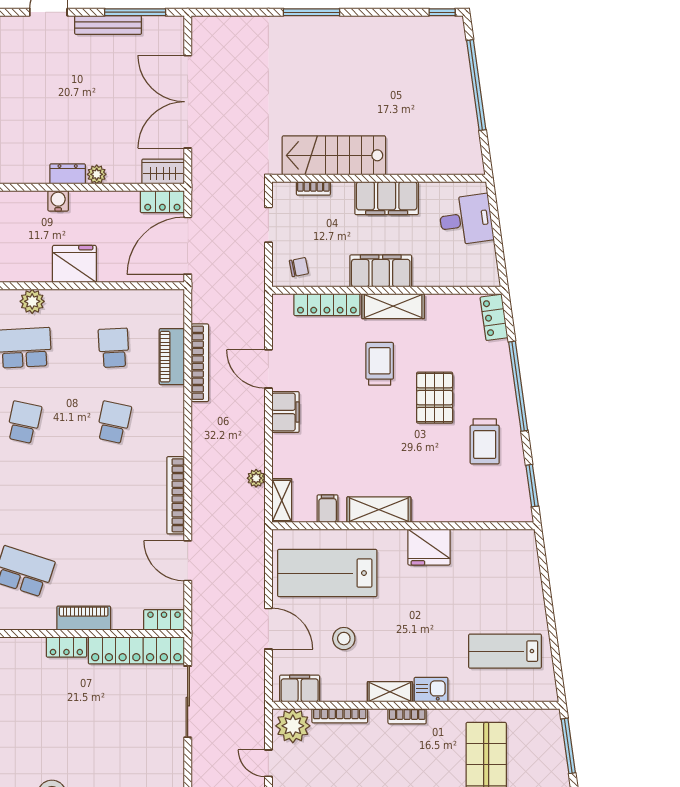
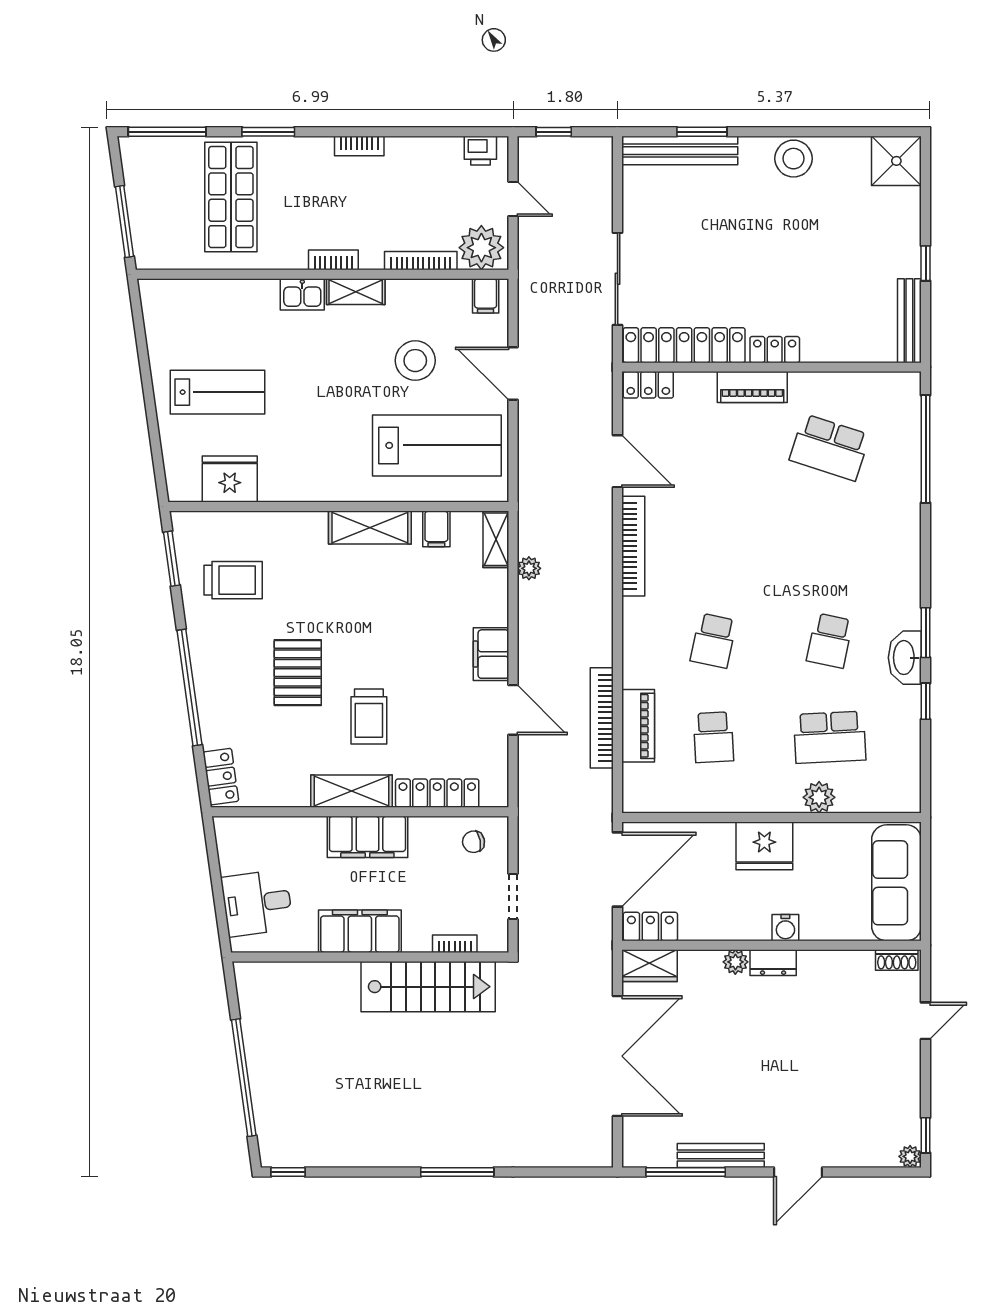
trolley: (485, 441) -> (233, 580), moved, turned 90
fridge: (429, 547) -> (230, 479), moved
stool: (344, 639) -> (415, 361), width x1.38, depth x1.38
lab bench: (505, 651) -> (218, 392), moved
filing cabinet: (300, 689) -> (486, 296), width x0.50

